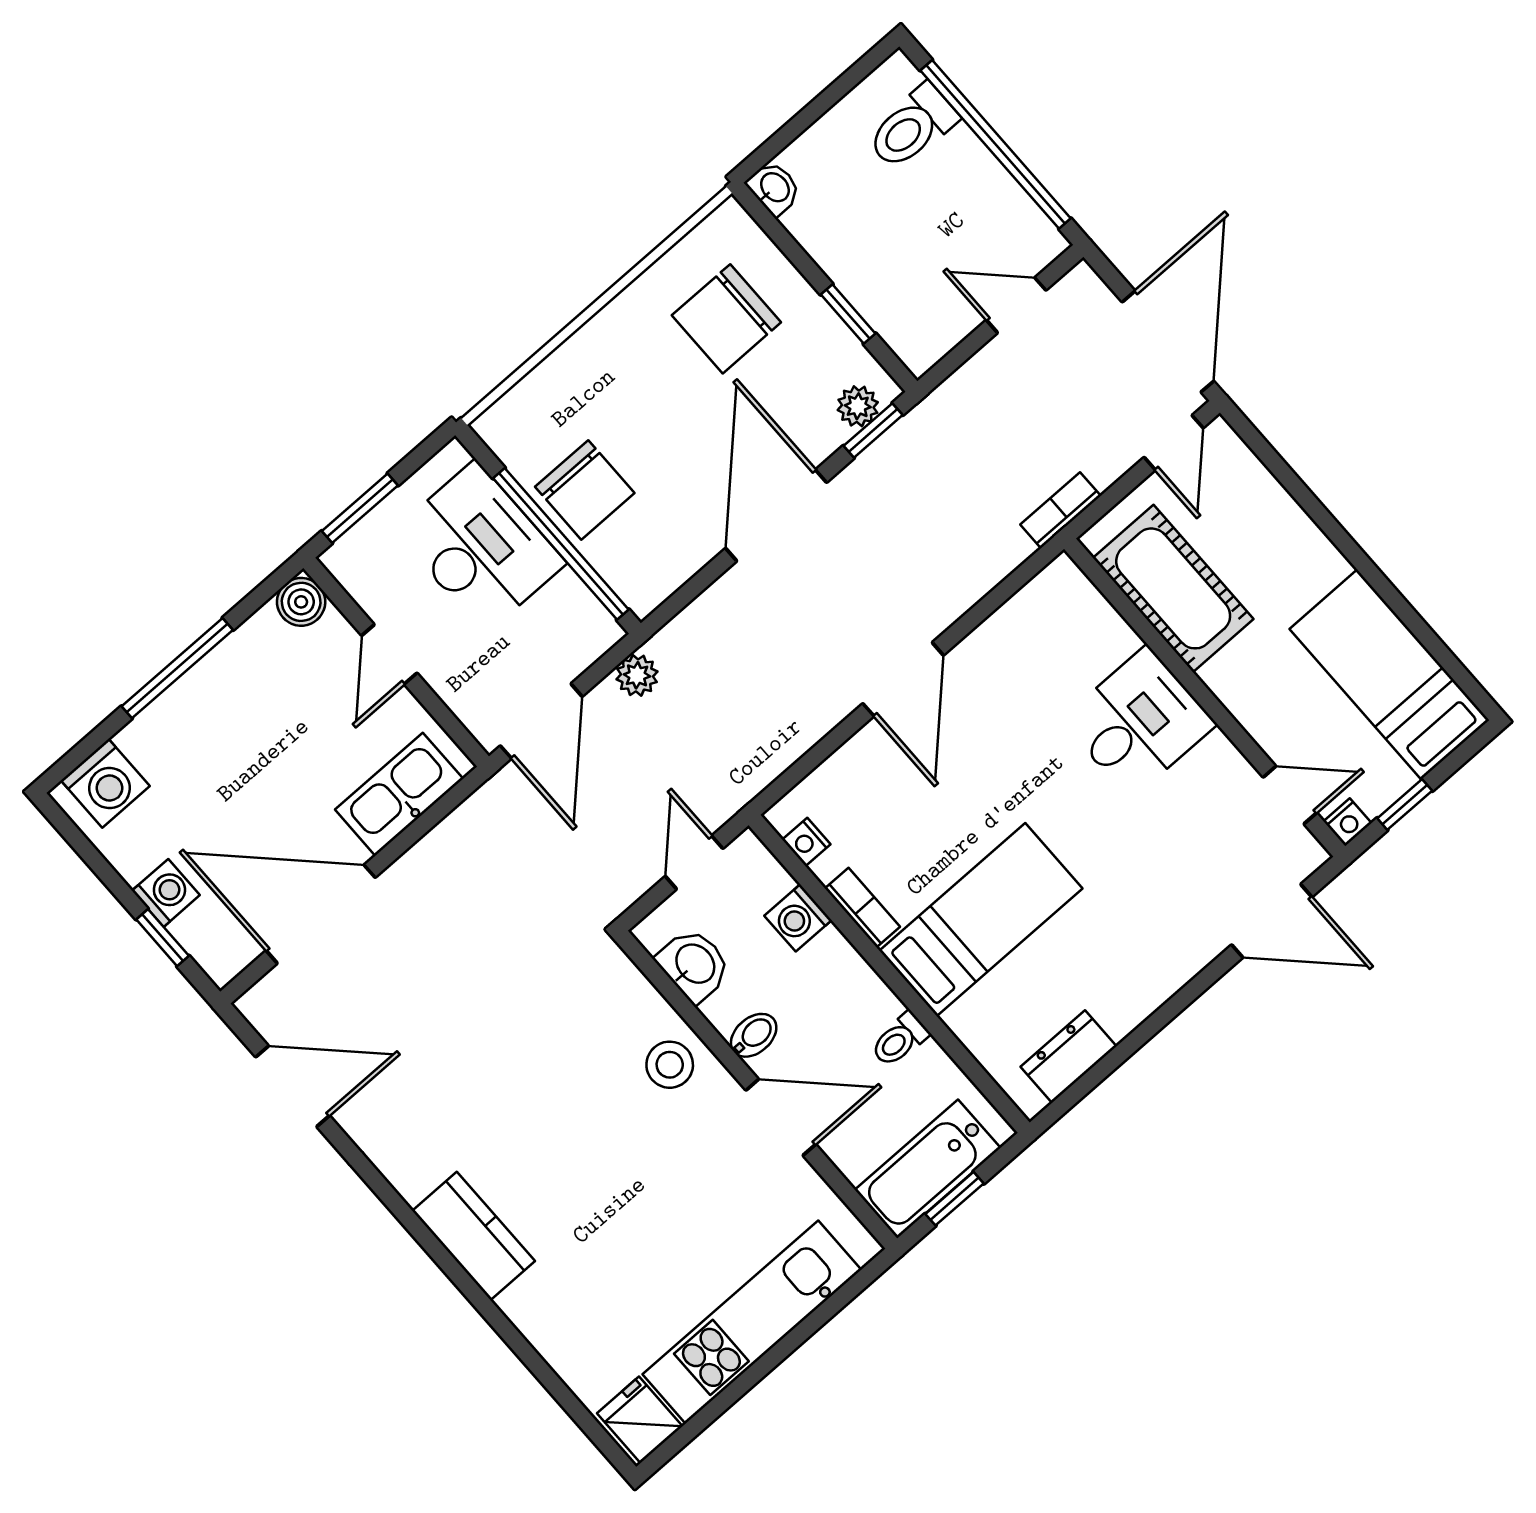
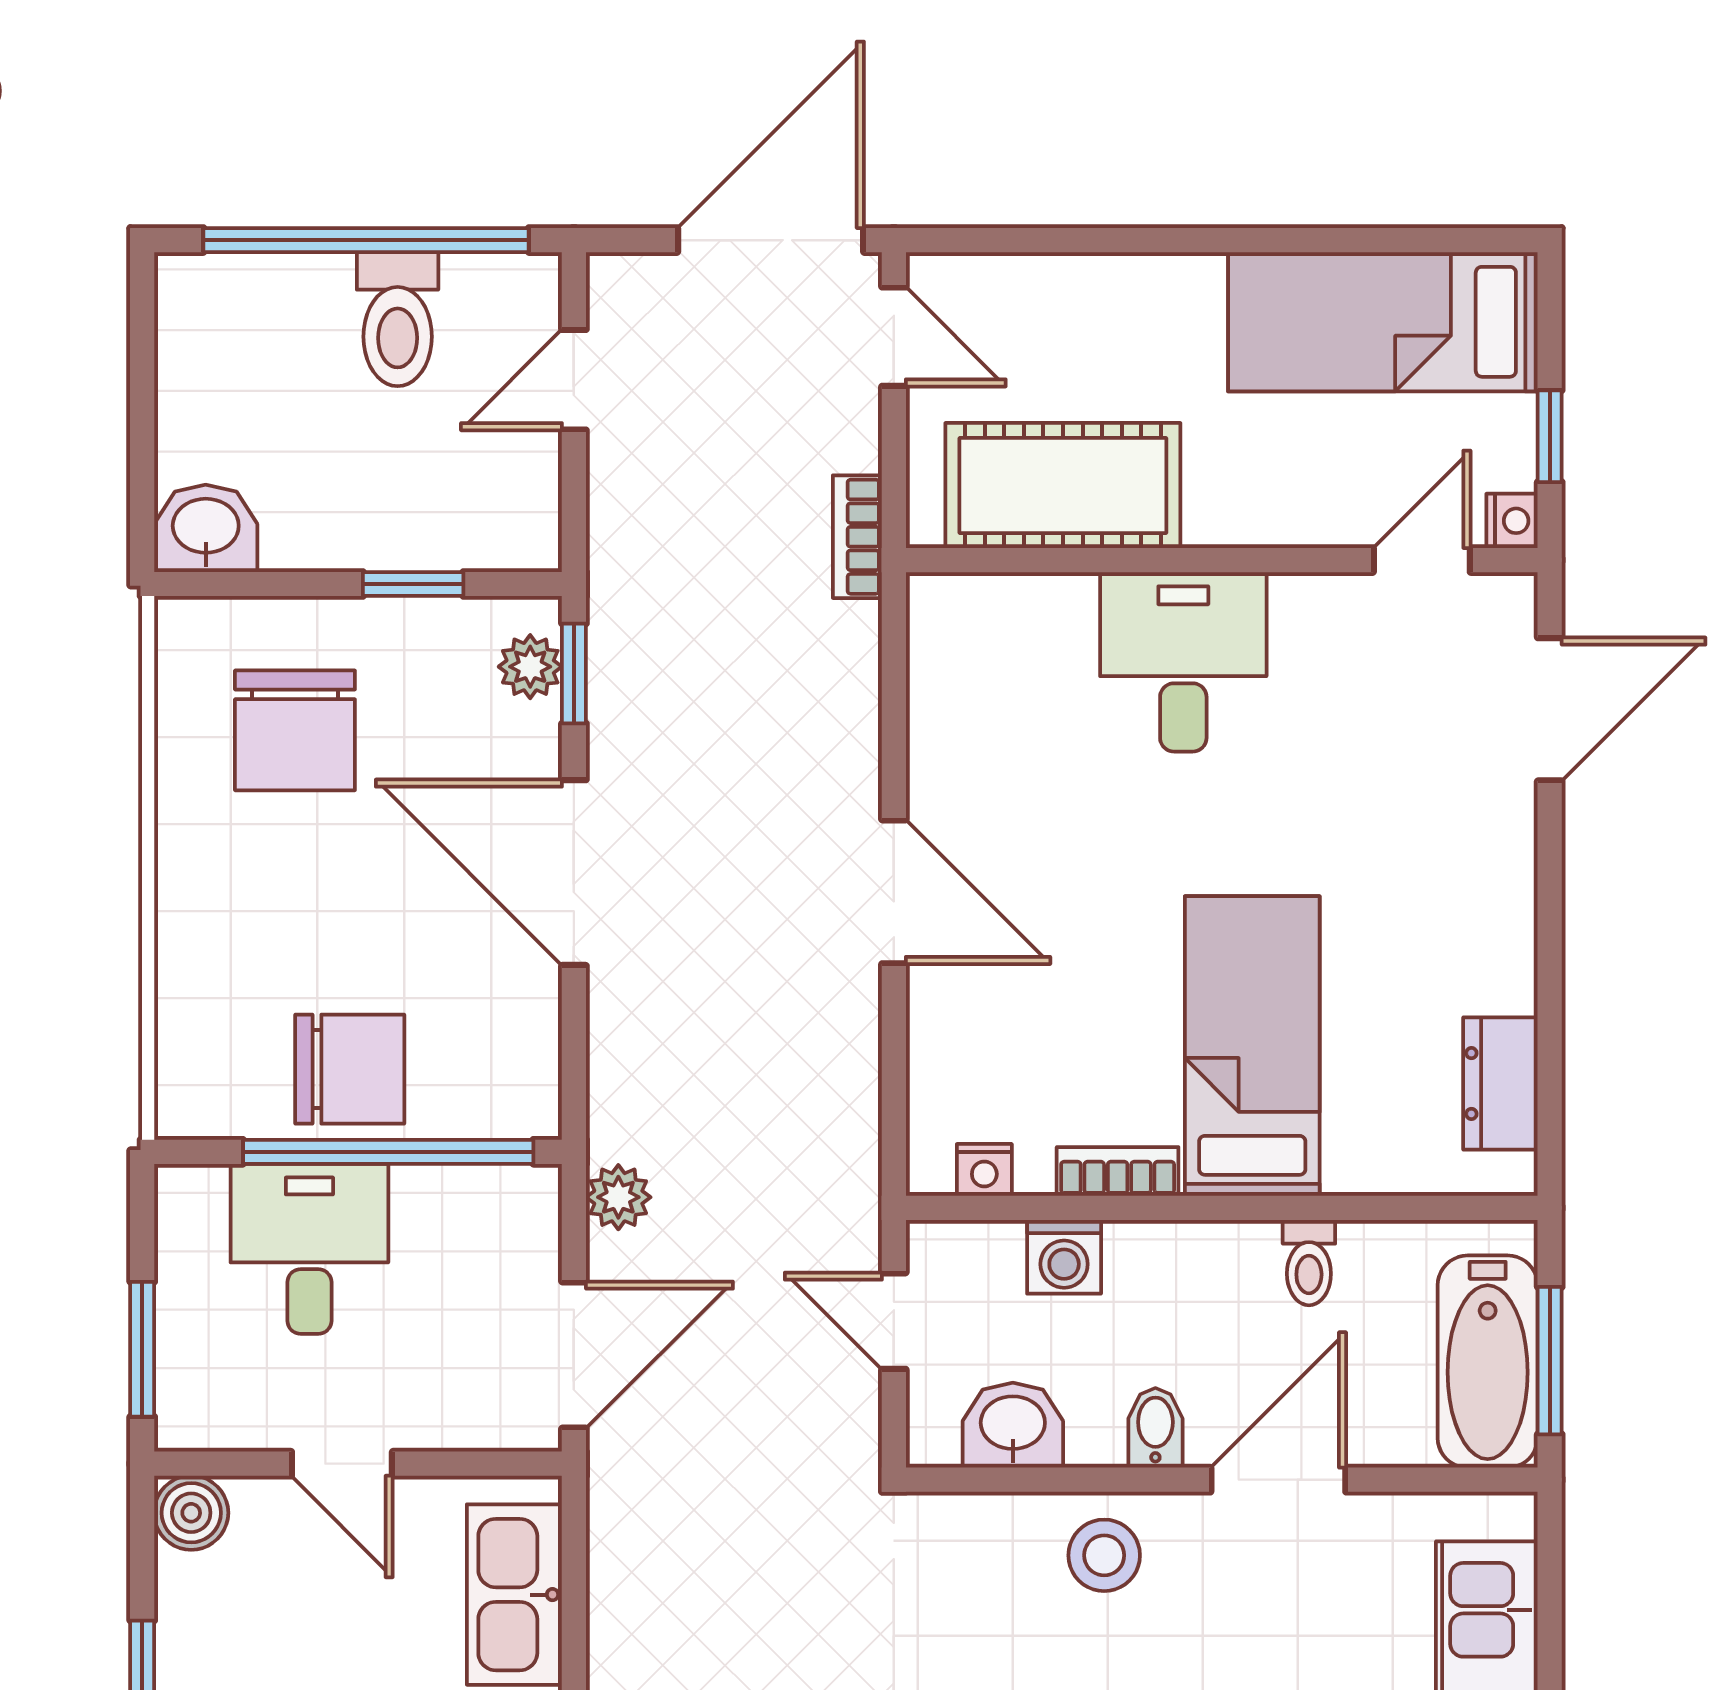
toilet: (912, 127) -> (398, 319), moved
washbasin: (774, 188) -> (206, 528), width x1.38, depth x1.45
door: (1168, 341) -> (771, 240), hinge flipped
desk: (480, 547) -> (309, 1249), width x0.73
door: (541, 721) -> (574, 1355), hinge flipped
window: (954, 1199) -> (1550, 1361), width x1.50

